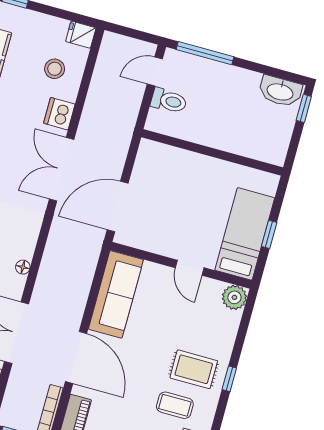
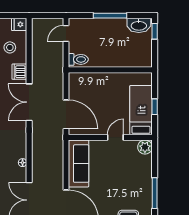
window: (205, 53) -> (110, 16), moved
toilet: (169, 101) -> (78, 59), moved
door: (118, 206) -> (66, 114), swing flipped
door: (190, 268) -> (115, 137), swing flipped
rug: (194, 369) -> (133, 193), removed
window: (229, 379) -> (155, 193), width x2.17

